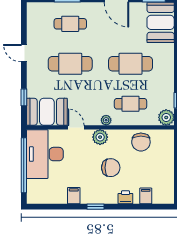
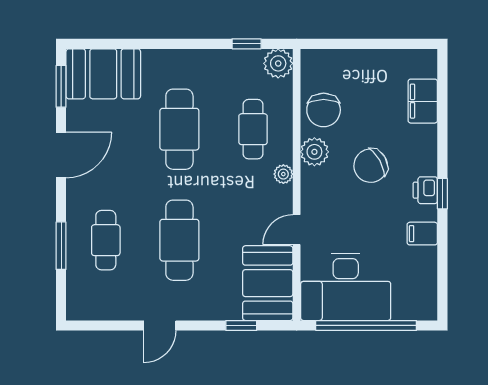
plant: (100, 137) -> (314, 152), moved
chair: (141, 142) -> (324, 110), turned 90
chair: (111, 168) -> (371, 166), turned -119
filing cabinet: (146, 196) -> (423, 101), width x2.00
printer: (125, 197) -> (425, 190), moved

